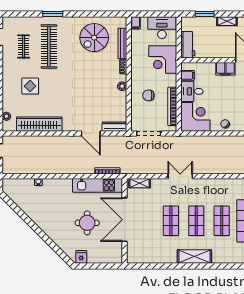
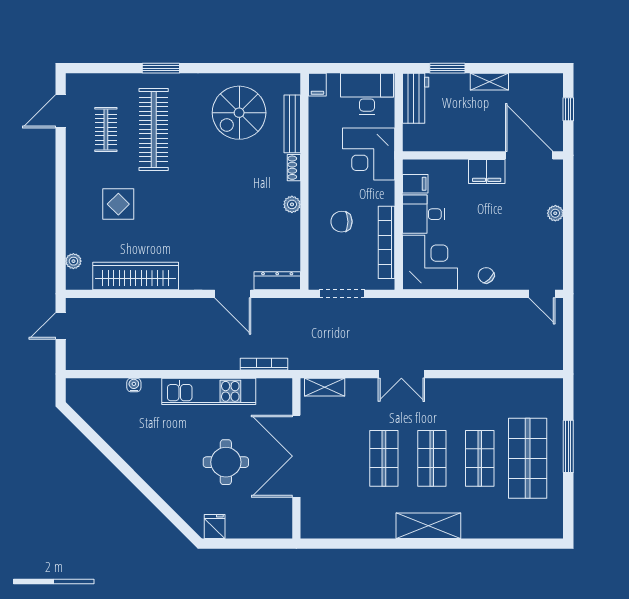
workbench: (188, 45) -> (416, 98), moved
double door: (180, 176) -> (401, 374), swing flipped
kitchen unit: (98, 185) -> (209, 391), moved

